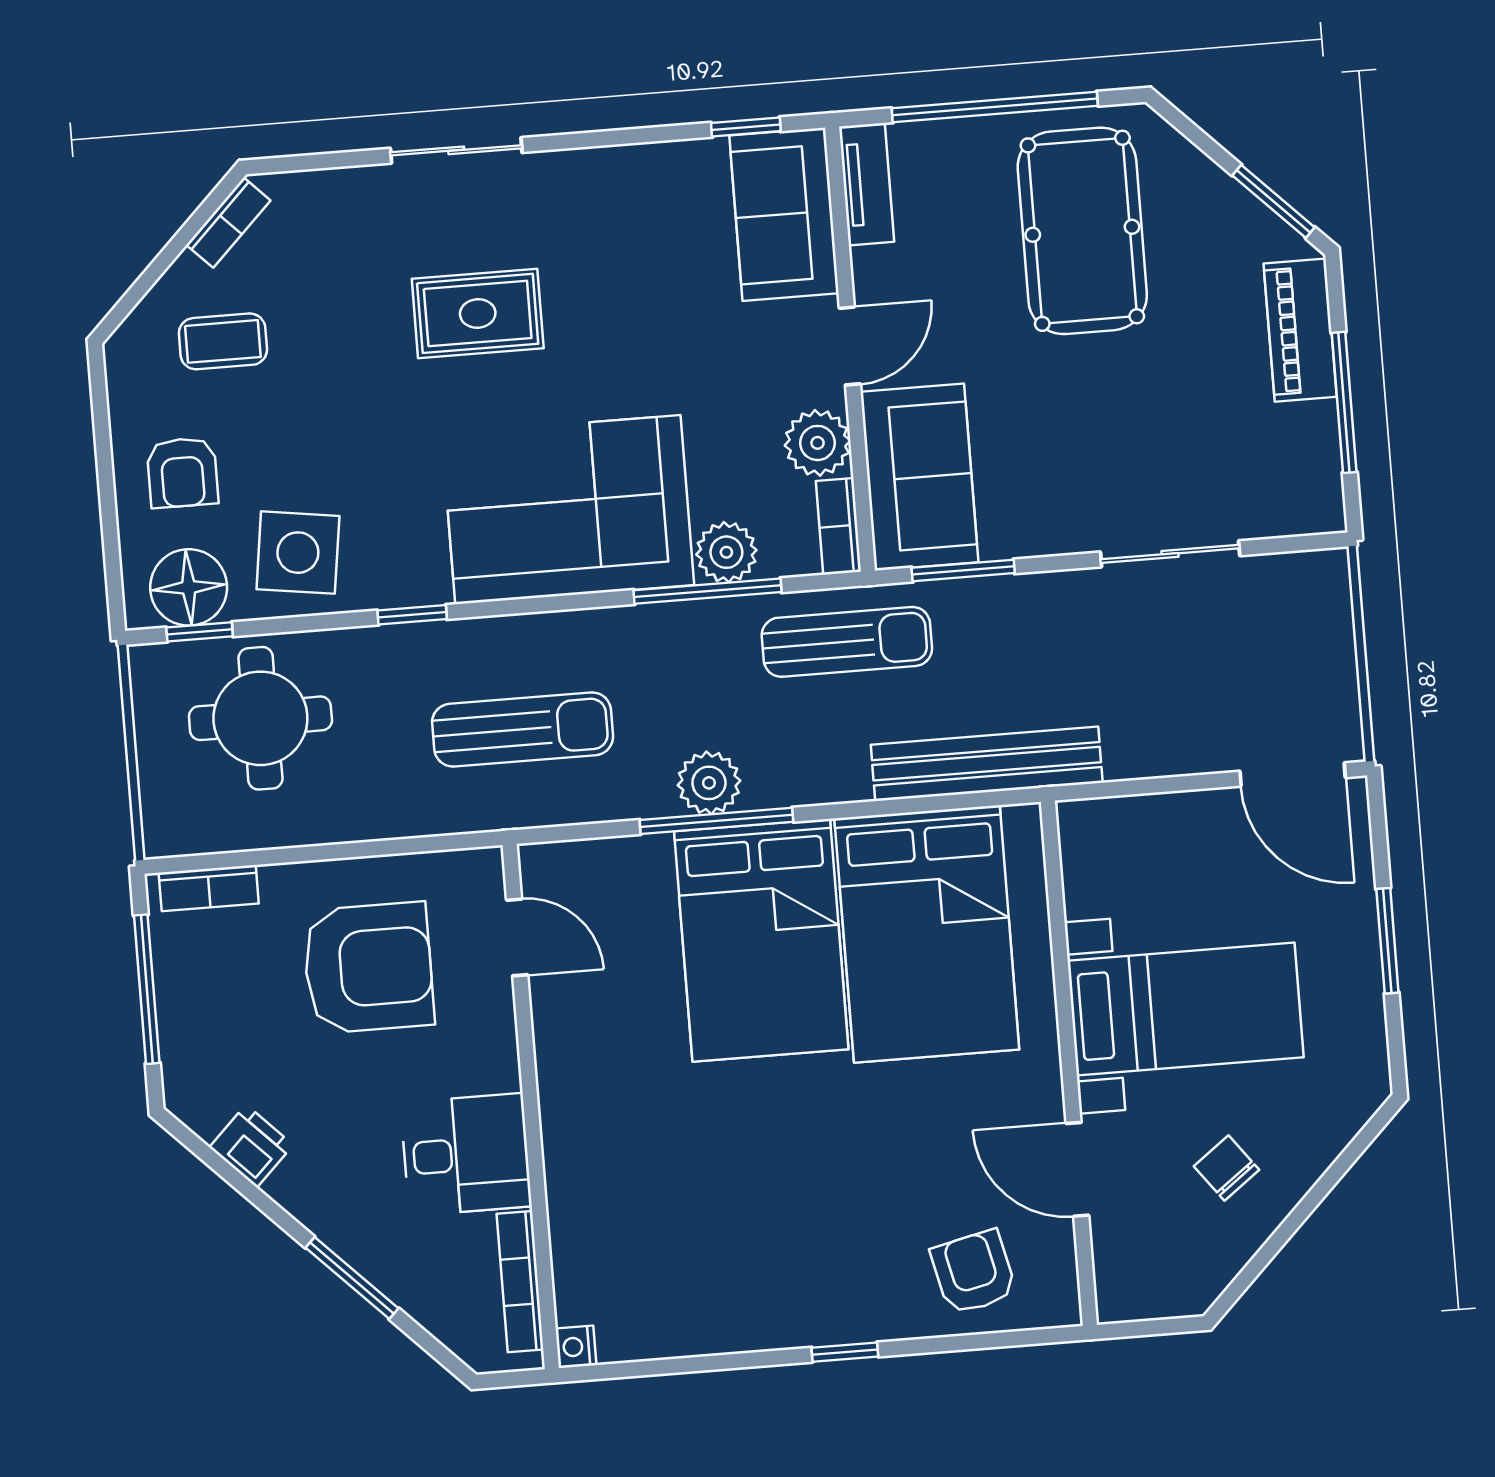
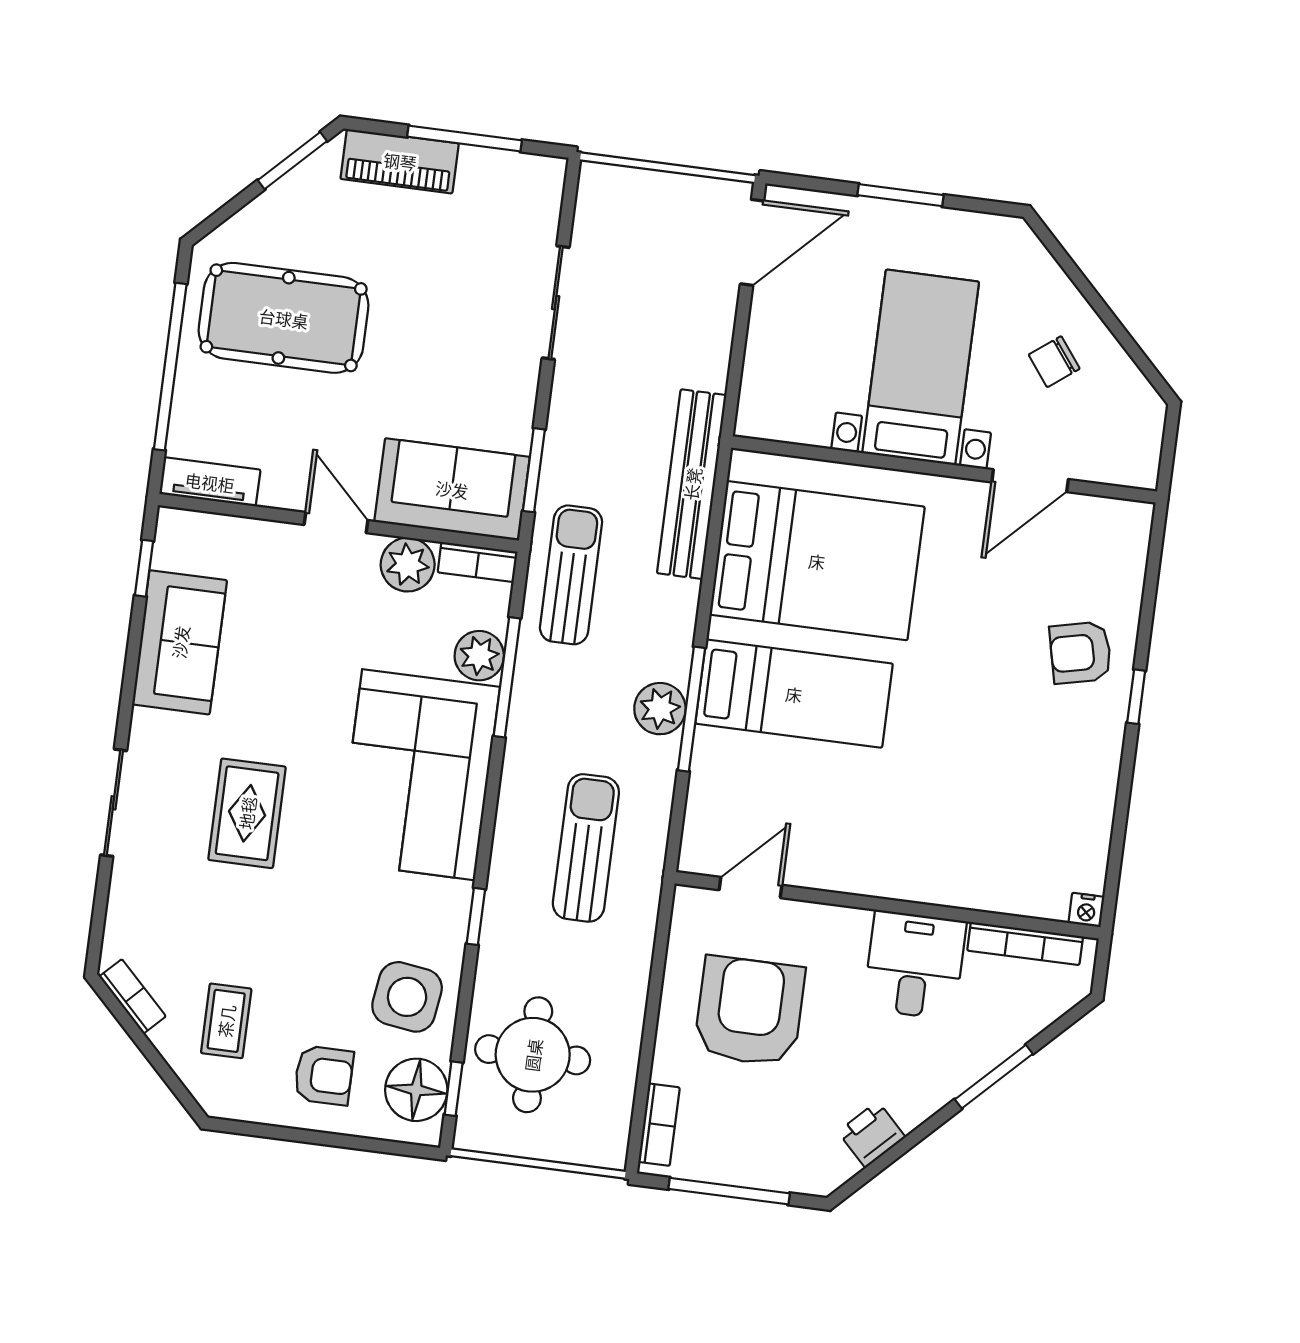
sofa: (784, 214) -> (180, 642), moved, turned -90
bed: (761, 940) -> (794, 694), width x0.67
armchair: (974, 1272) -> (1080, 653), moved

